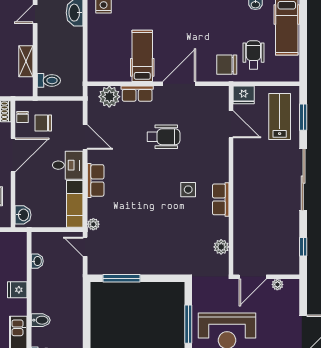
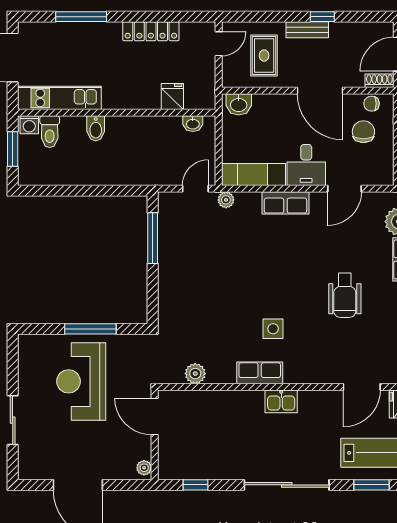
kitchen sink: (242, 184) -> (281, 401), added
washbasin: (37, 261) -> (193, 124), moved
plant: (277, 284) -> (144, 468), moved
fridge: (17, 290) -> (172, 97), moved

